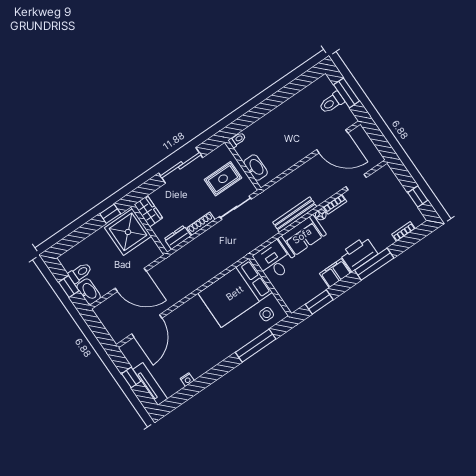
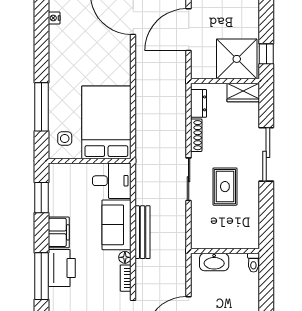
toilet: (237, 140) -> (253, 263), moved
wall: (243, 165) -> (225, 251), moved
washbasin: (256, 168) -> (214, 262), moved

